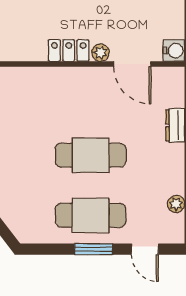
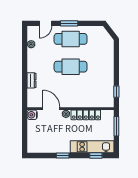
locker: (69, 50) -> (86, 115), width x1.53
door: (145, 249) -> (46, 23), swing flipped

